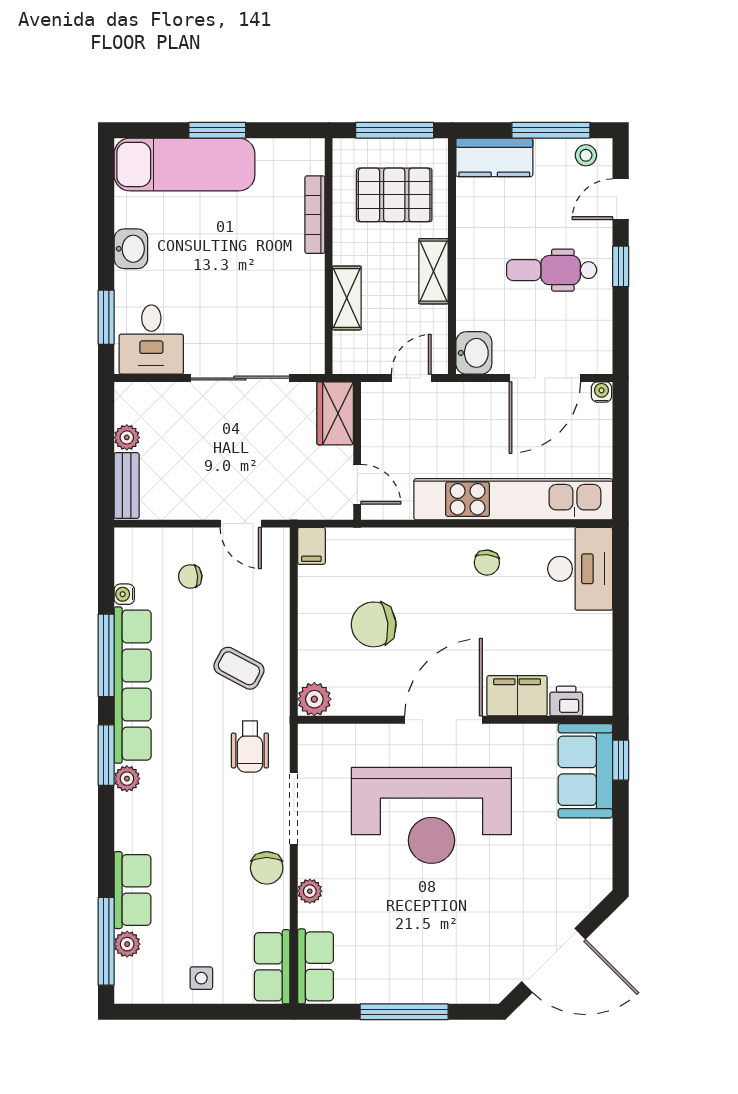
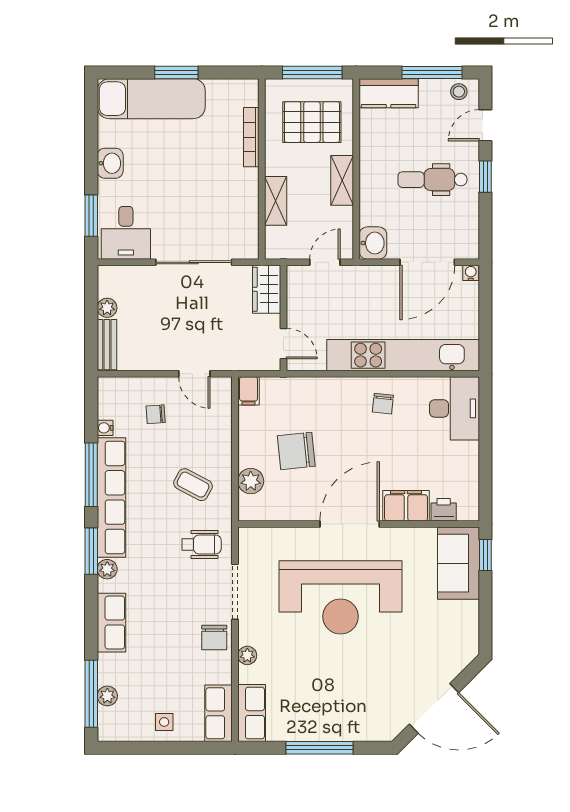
plant: (314, 699) -> (251, 481), moved
wheelchair: (250, 746) -> (201, 544), turned -90
row of seats: (132, 890) -> (111, 623), moved

